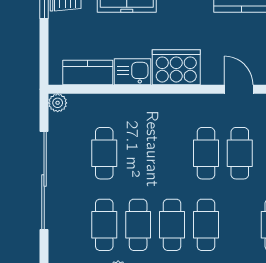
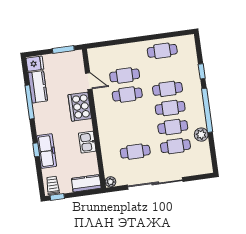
cooker: (176, 67) -> (80, 107), moved
kitchen counter: (88, 72) -> (86, 183), moved, turned 90
door: (239, 89) -> (89, 81), swing flipped

